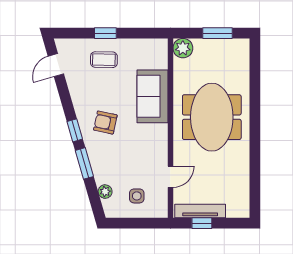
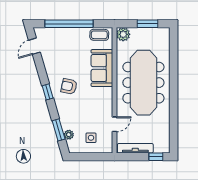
window: (105, 33) -> (69, 24), width x3.17
coffee table: (104, 60) -> (99, 35), moved
meeting table: (212, 117) -> (143, 83), width x1.36
window: (84, 163) -> (59, 130), moved
window: (202, 223) -> (156, 157), moved

